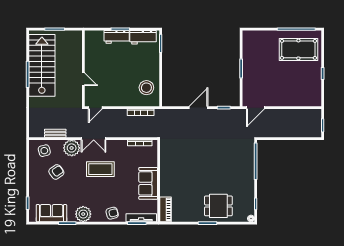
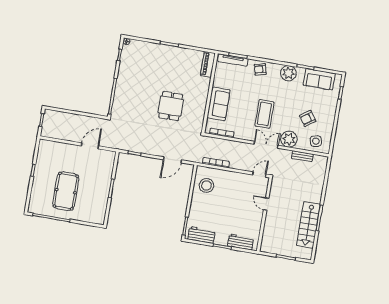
workbench: (117, 37) -> (241, 242), moved
pool table: (298, 49) -> (66, 191), moved, turned 90
stairs: (42, 65) -> (308, 225), width x0.73, depth x0.66
door: (199, 108) -> (172, 160), moved
door: (255, 108) -> (90, 146), moved
coffee table: (100, 169) -> (264, 114), turned 90
sofa: (148, 183) -> (218, 104), moved
dining table: (218, 206) -> (171, 106), moved, turned 90

